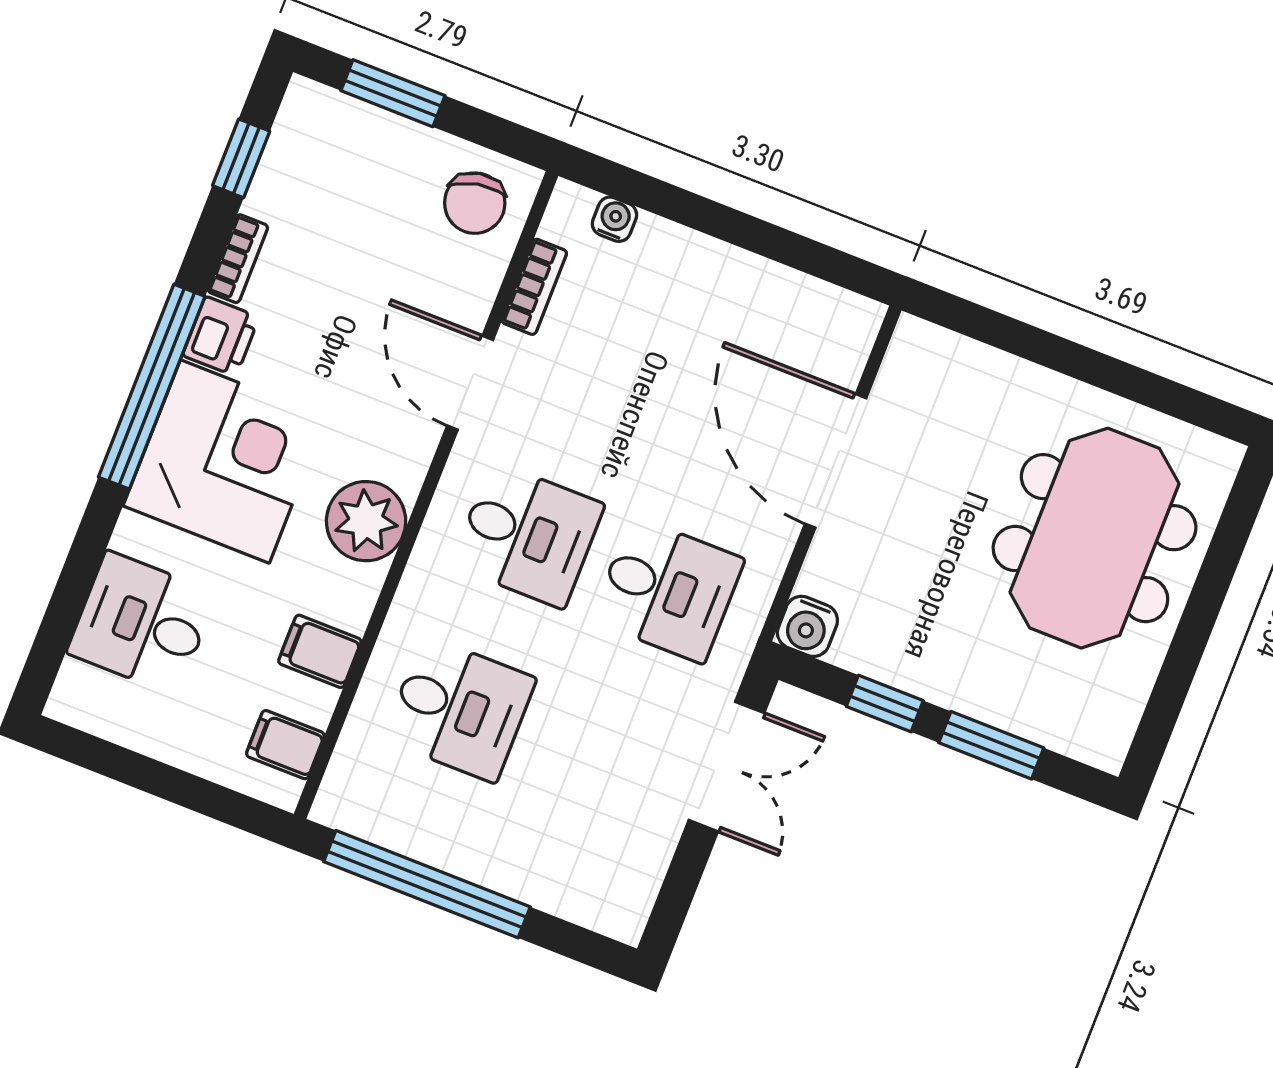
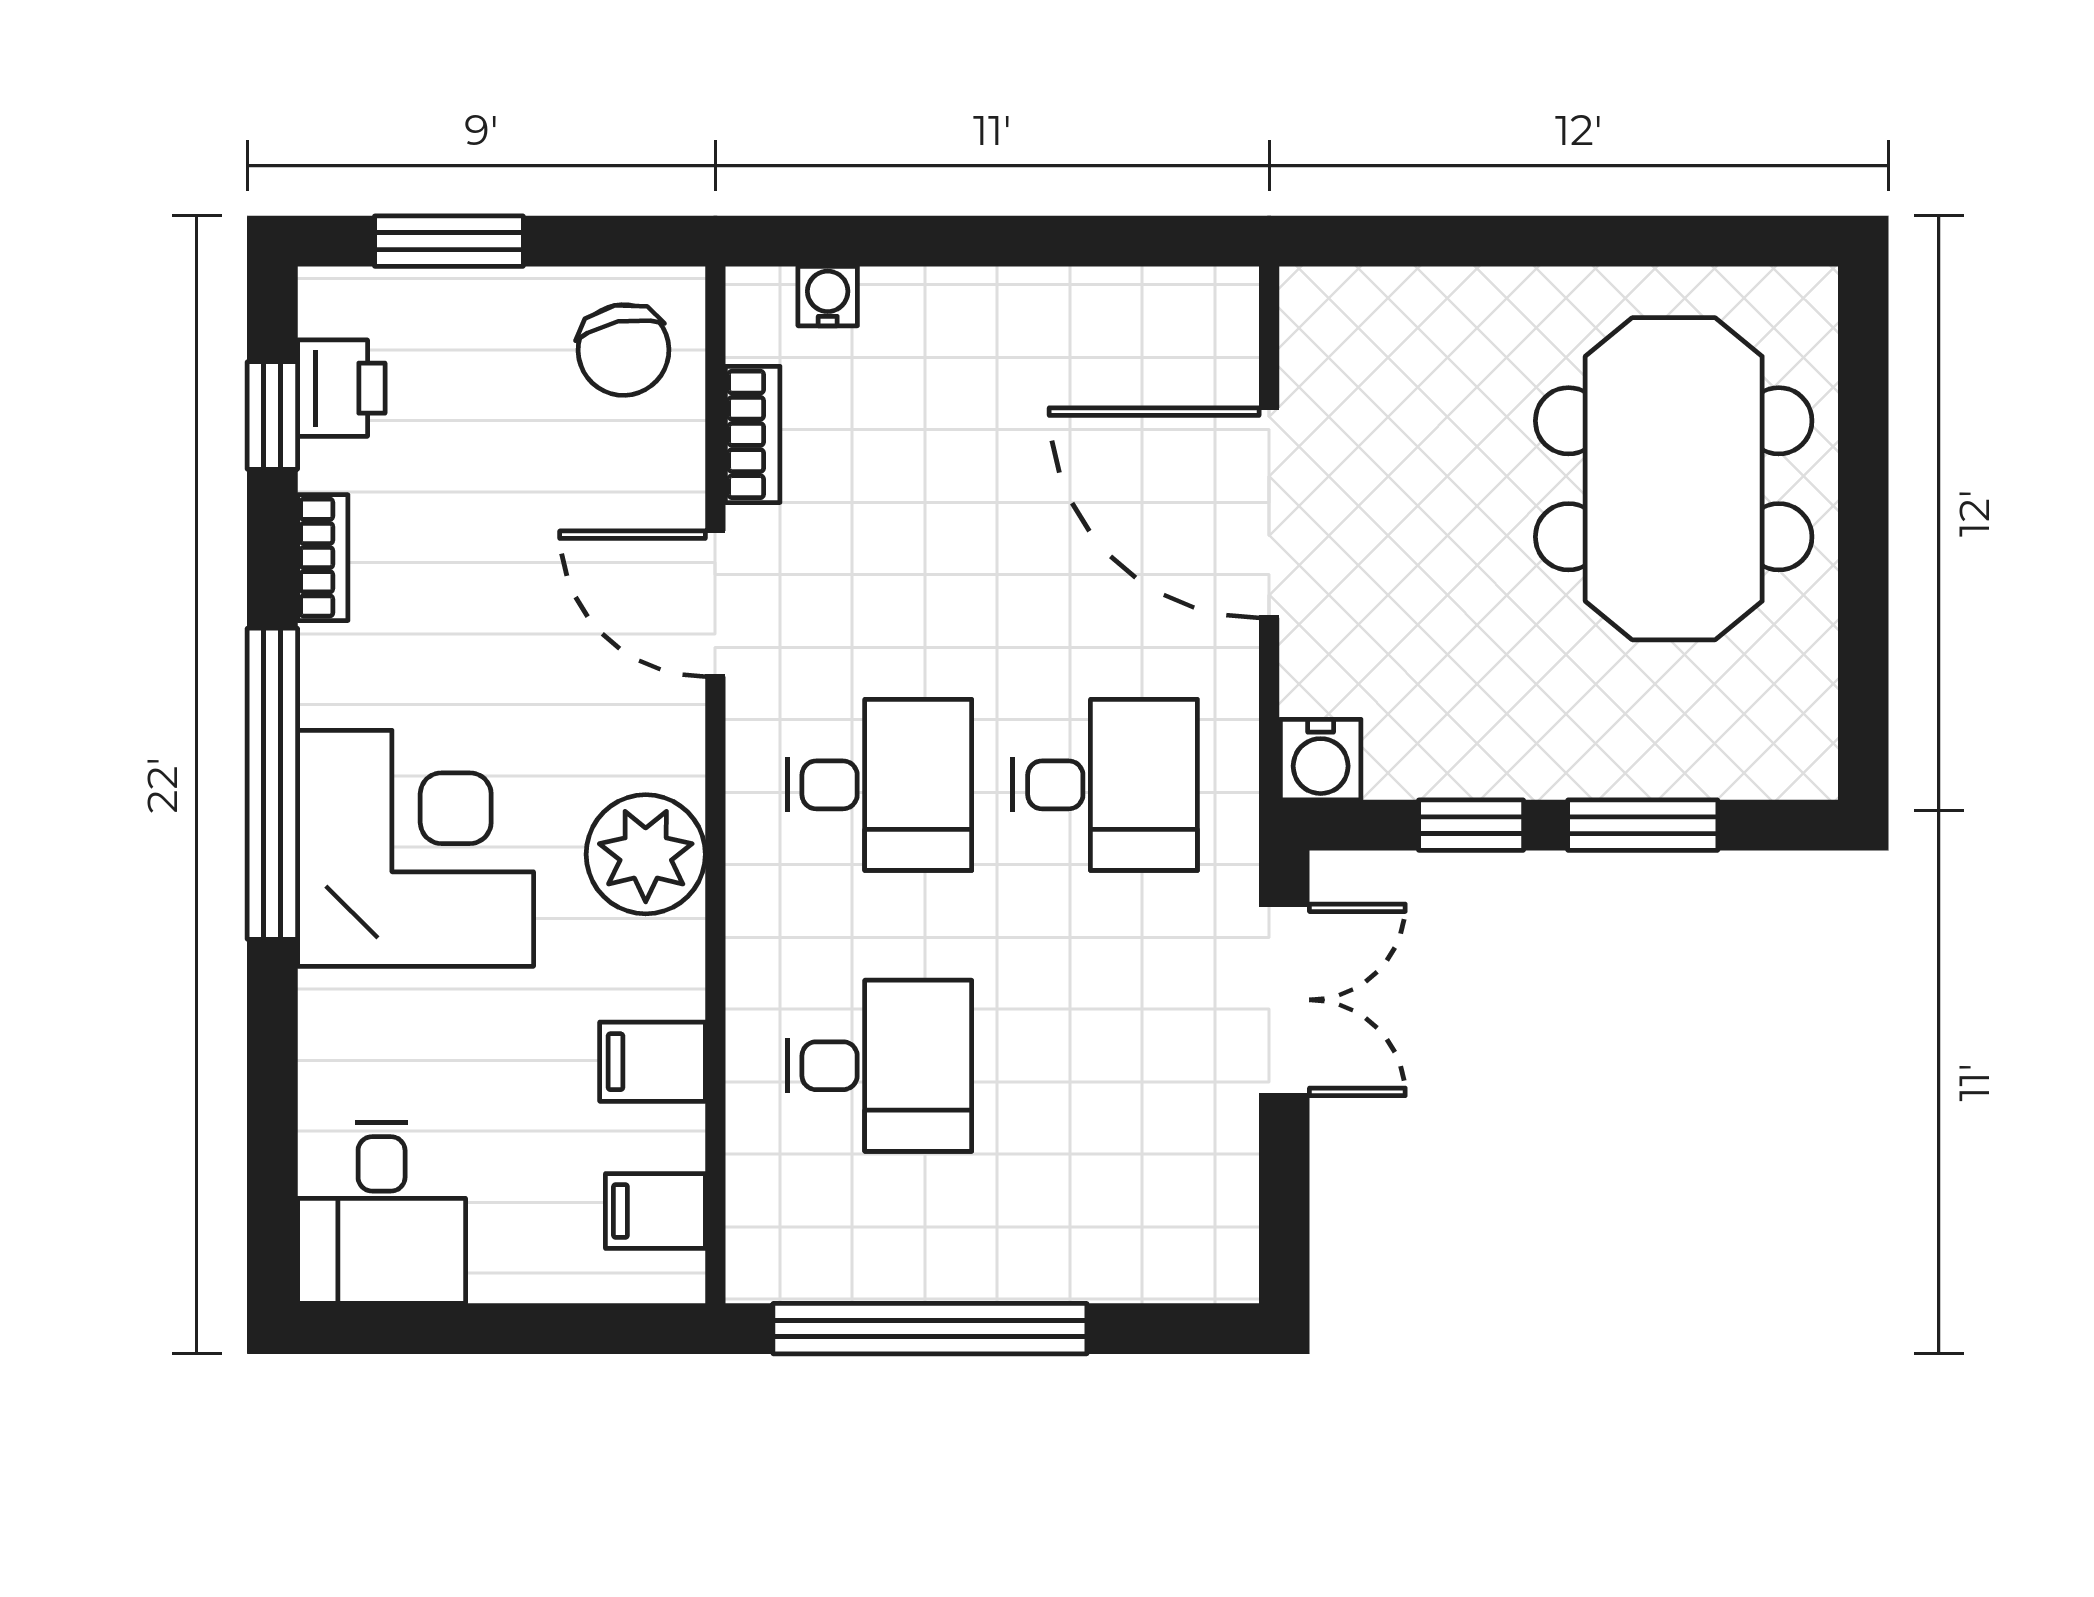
printer: (221, 336) -> (341, 388), moved
desk: (142, 623) -> (382, 1213), moved, turned -90

